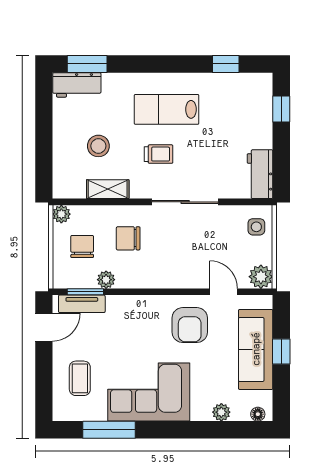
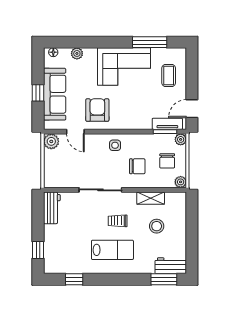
side table: (256, 227) -> (115, 145), moved
plant: (106, 280) -> (181, 139), moved

